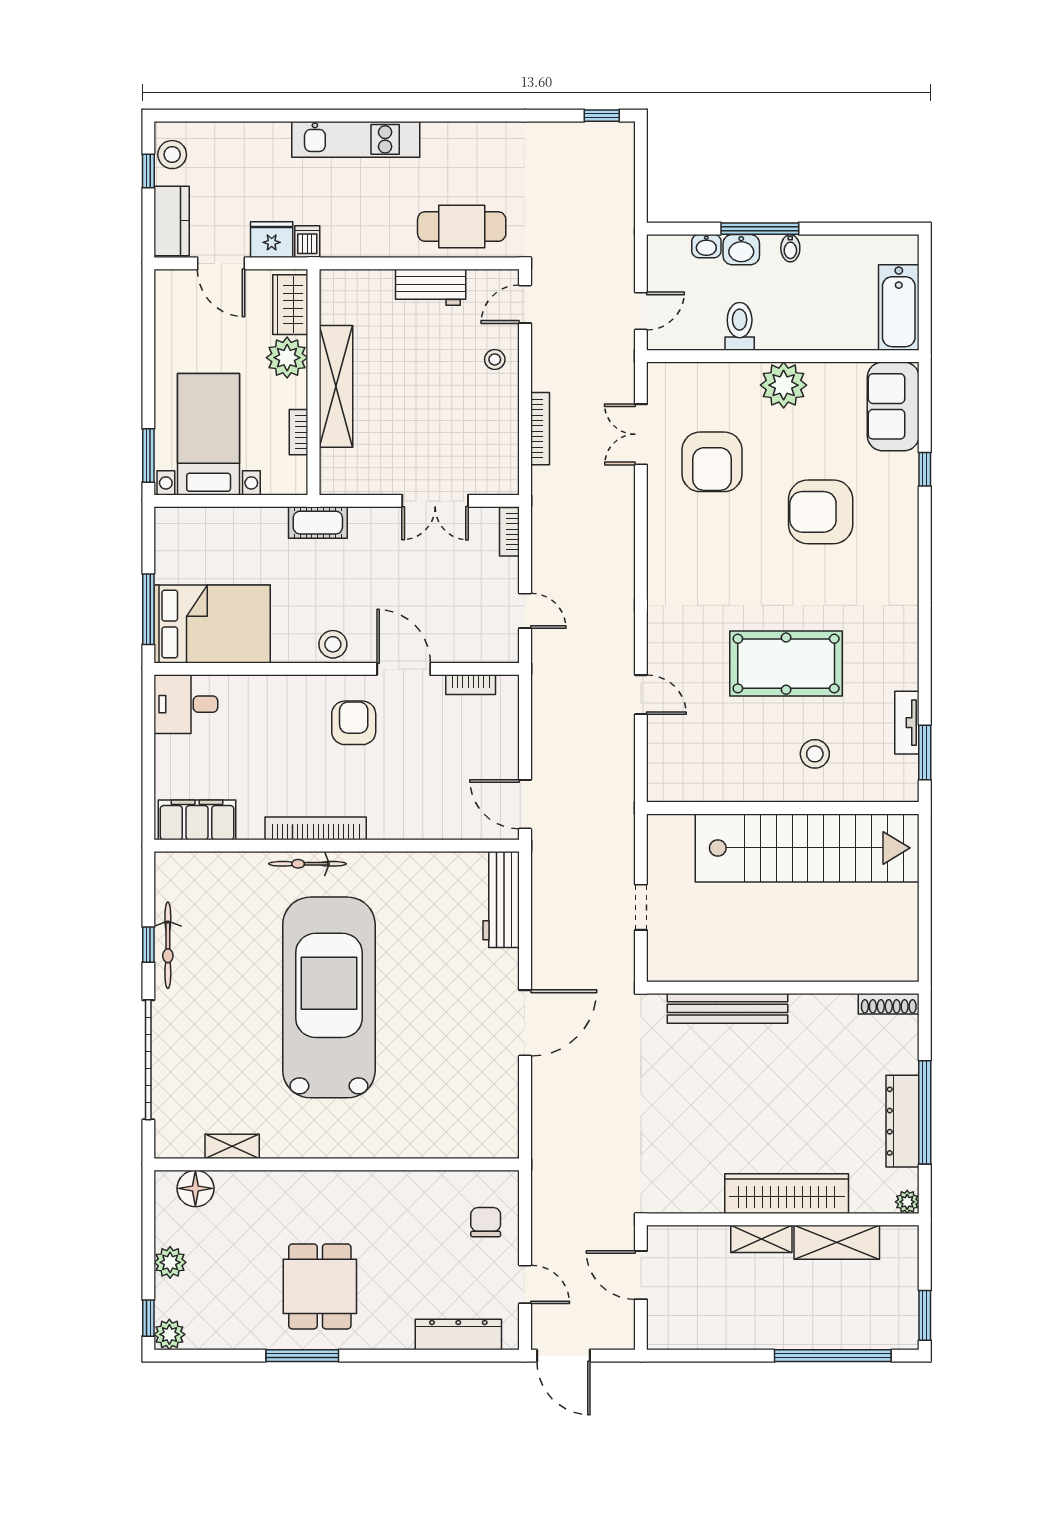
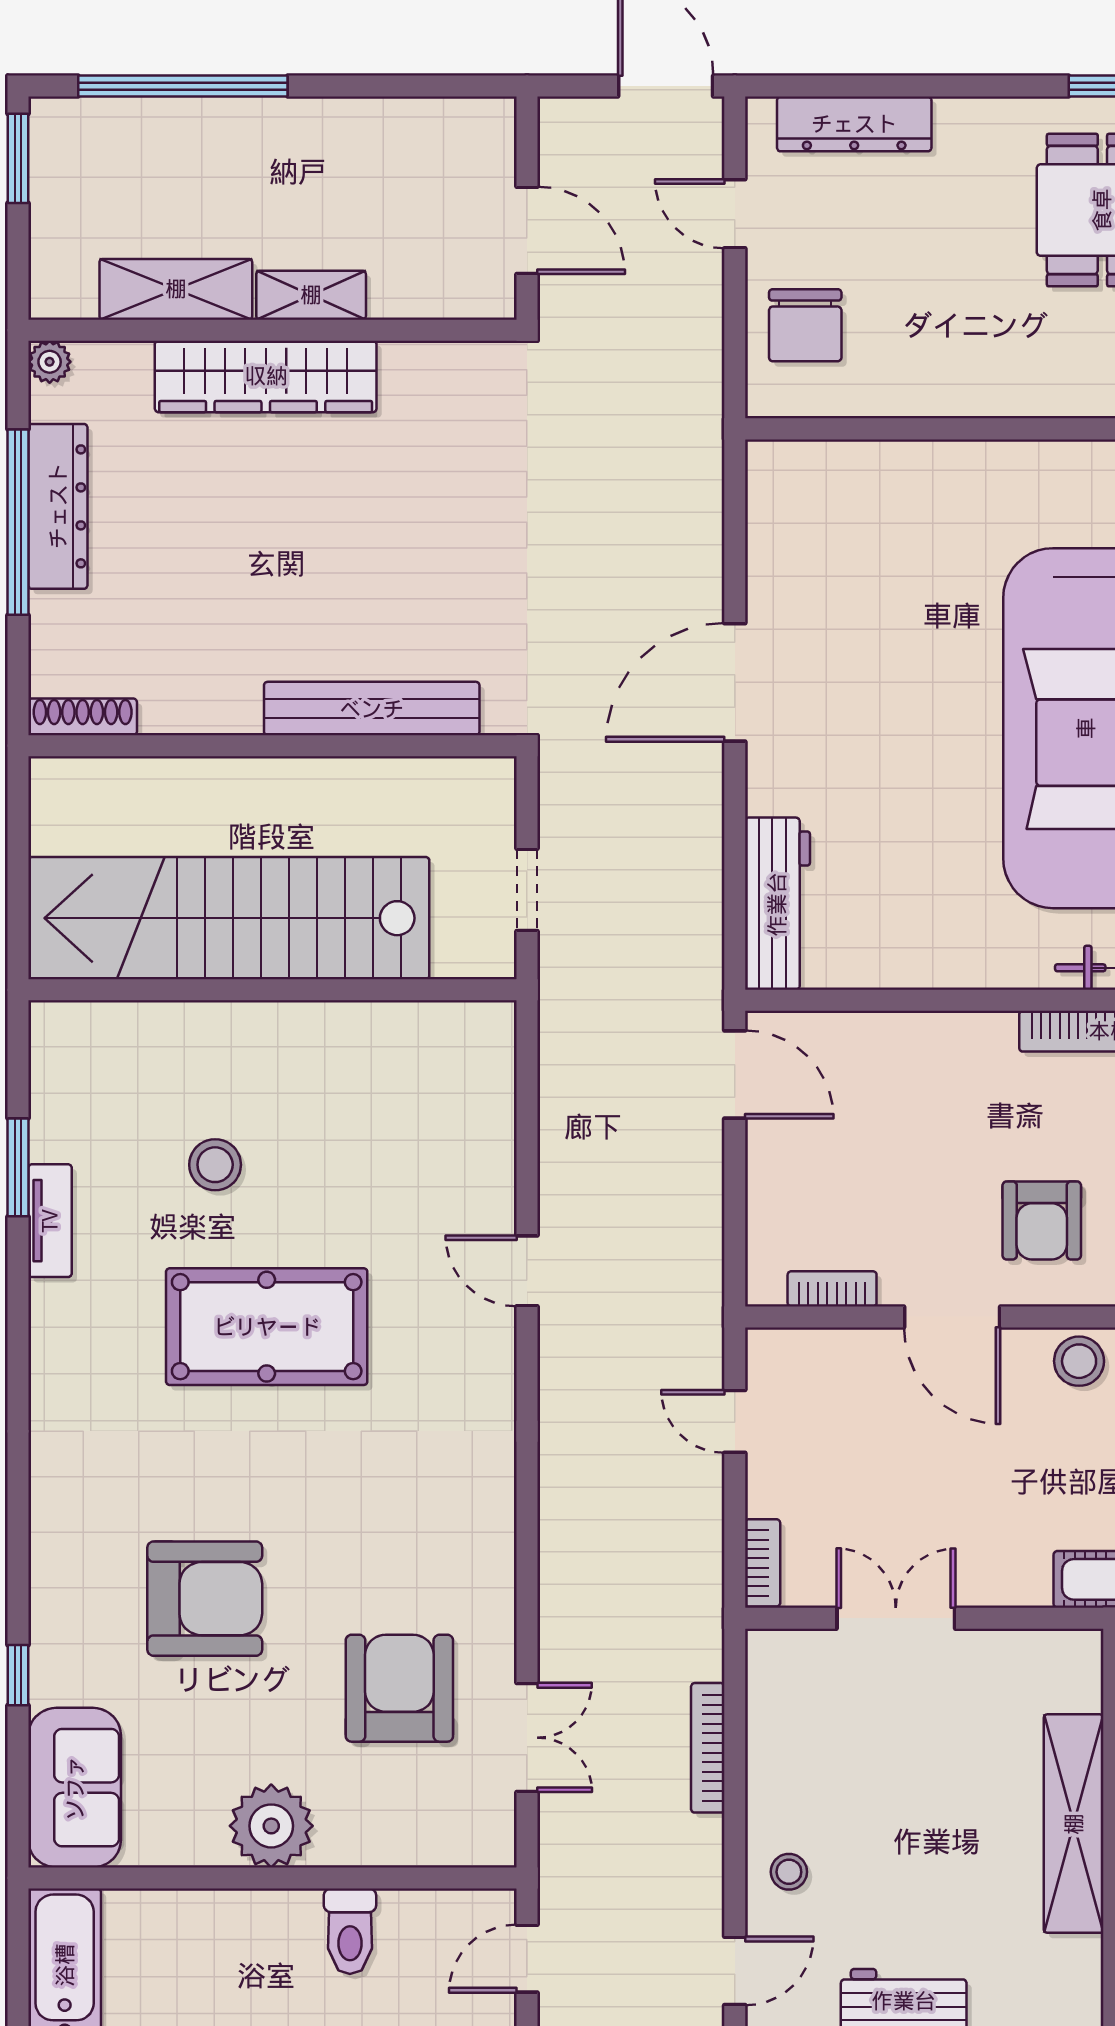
wall: (783, 808) -> (272, 990), moved
stairs: (807, 848) -> (229, 918), moved
chair: (486, 1222) -> (805, 325), width x1.37, depth x1.37

